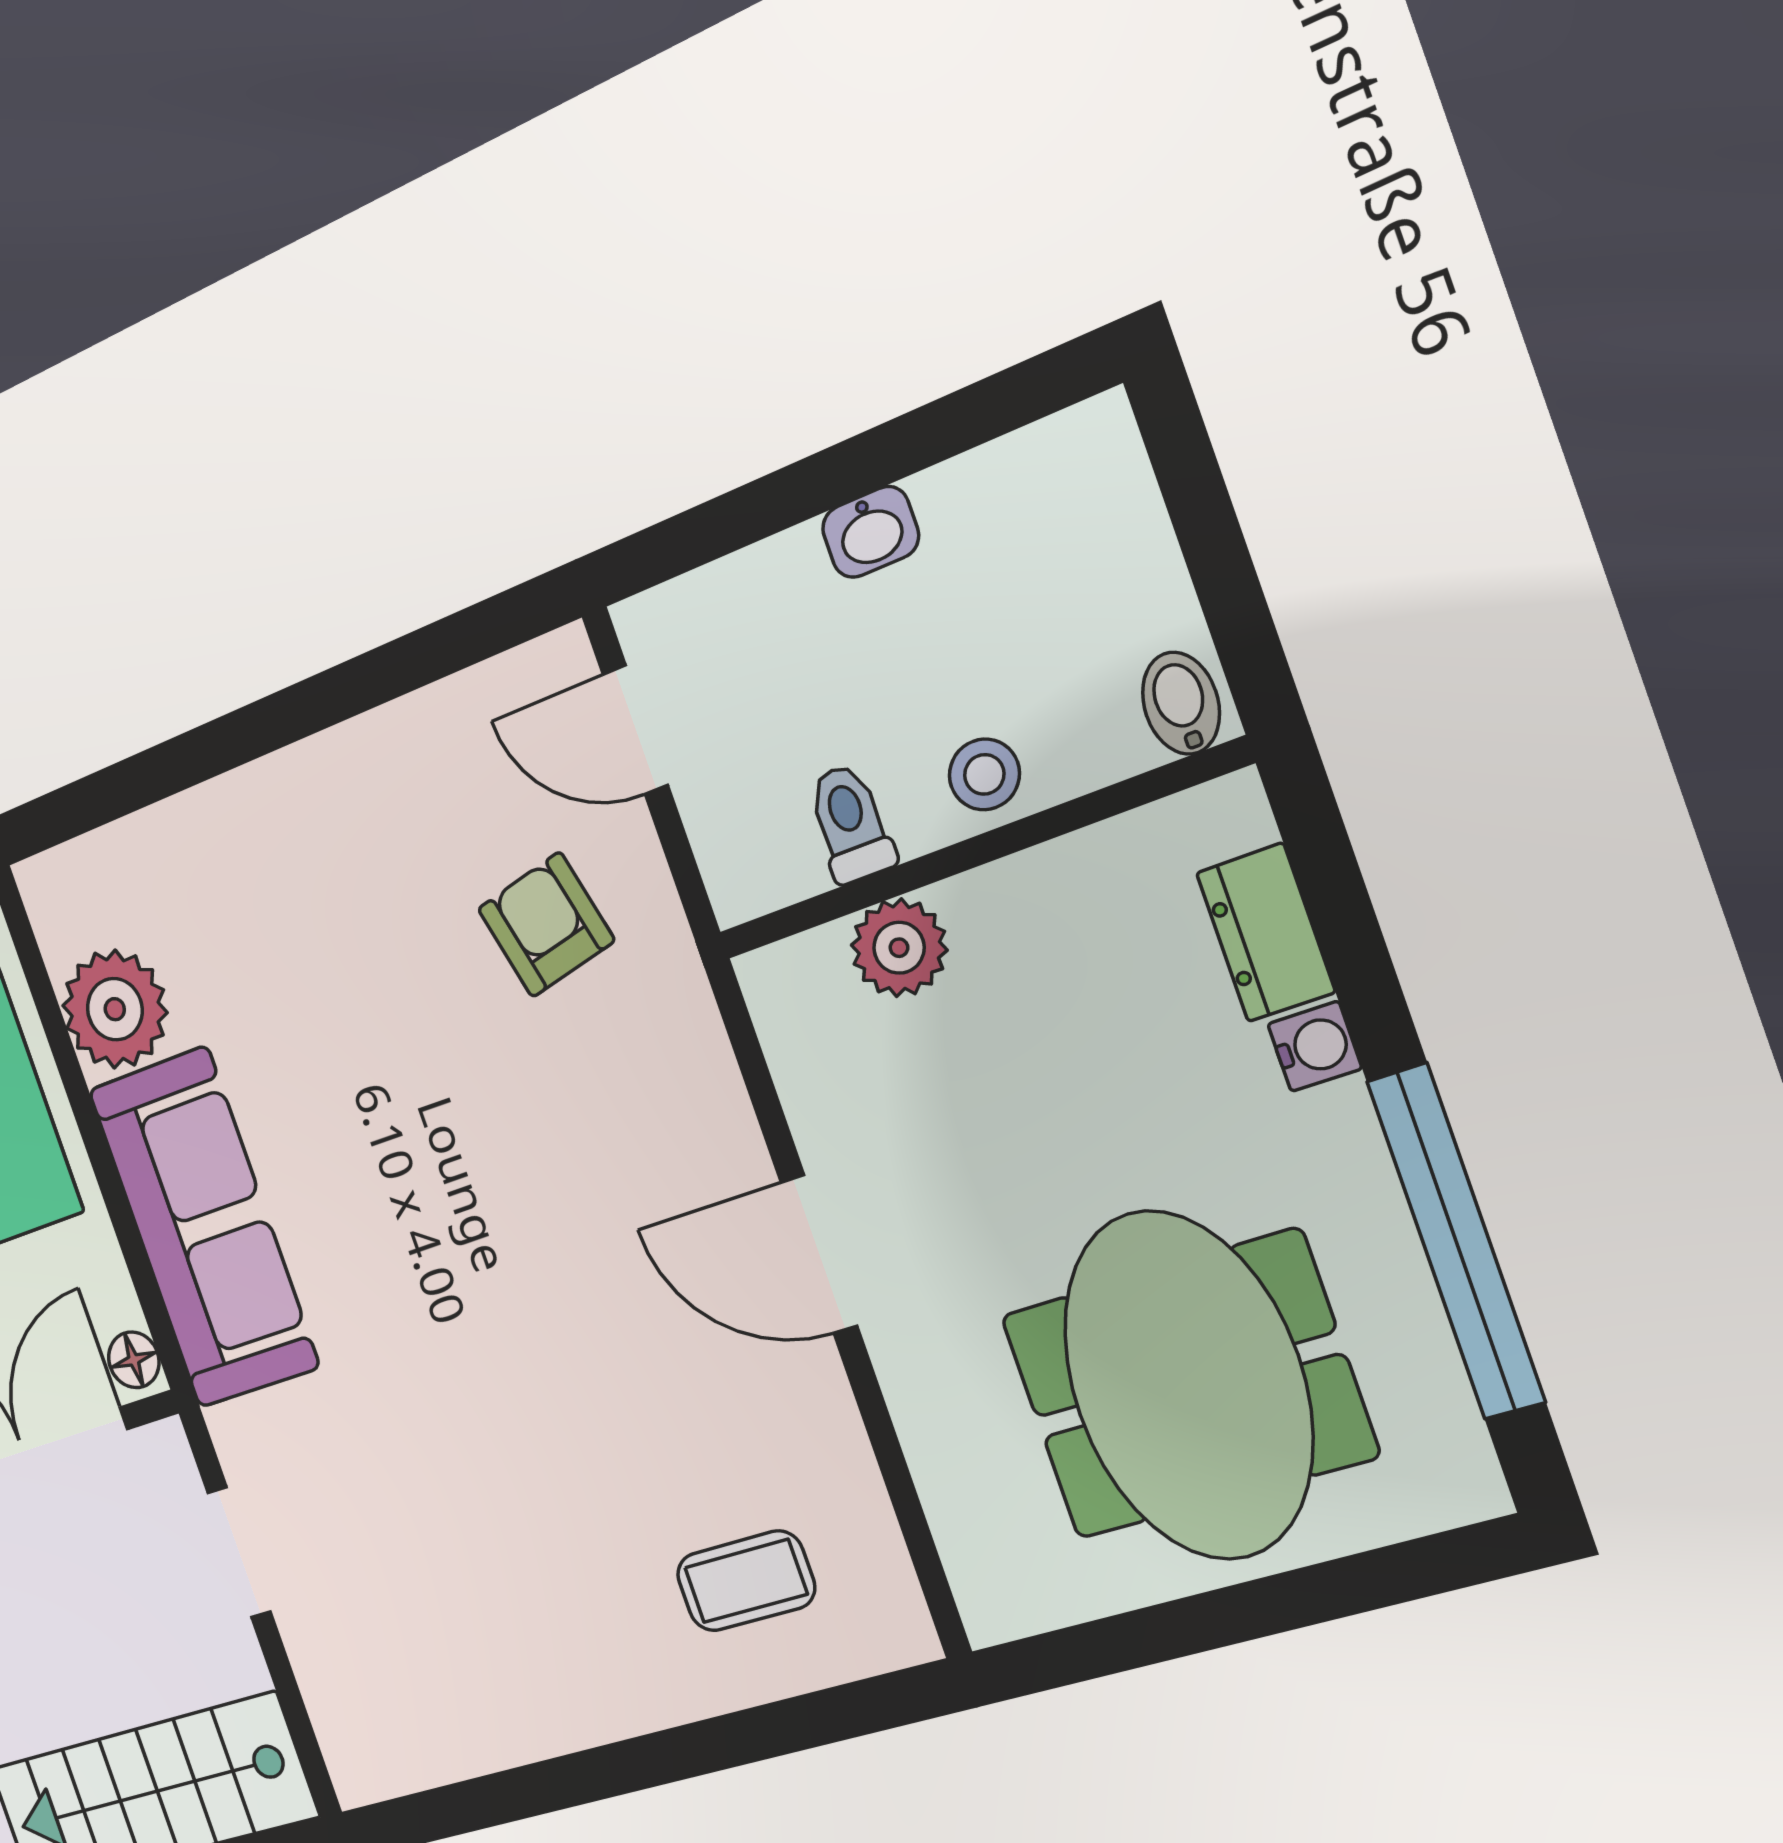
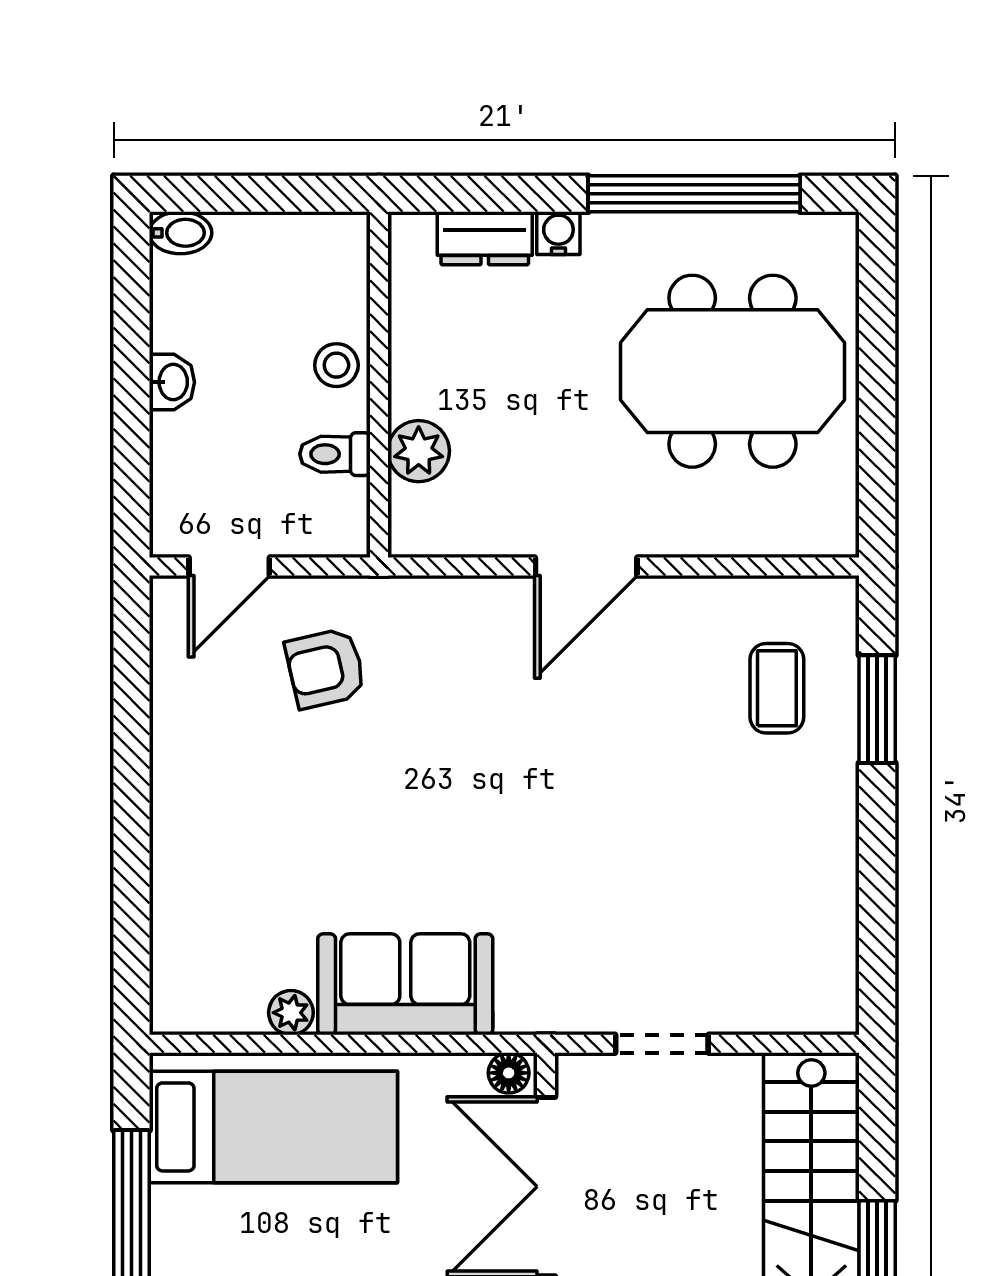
bidet: (1181, 703) -> (180, 233), moved, turned 180
plant: (115, 1009) -> (291, 1013), width x0.53, depth x0.53
sofa: (203, 1228) -> (405, 984), width x0.73
window: (767, 1731) -> (877, 709), added

